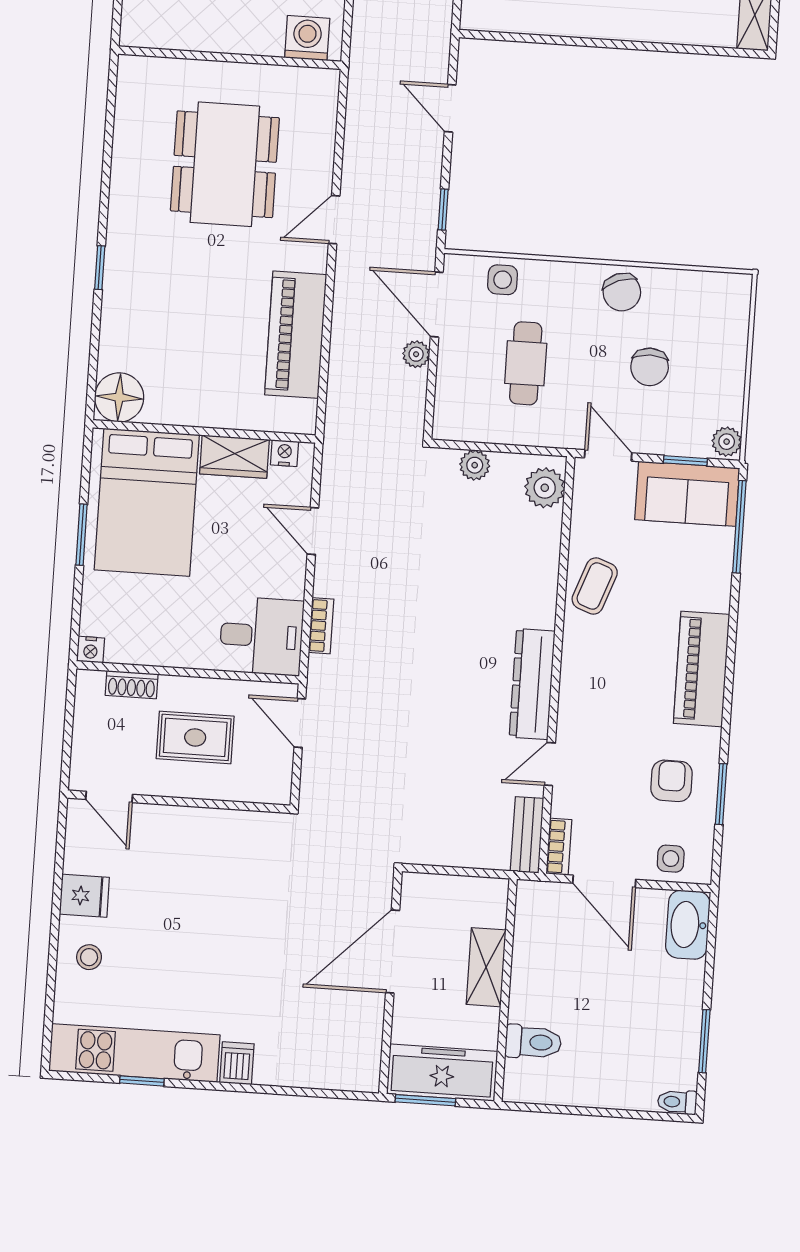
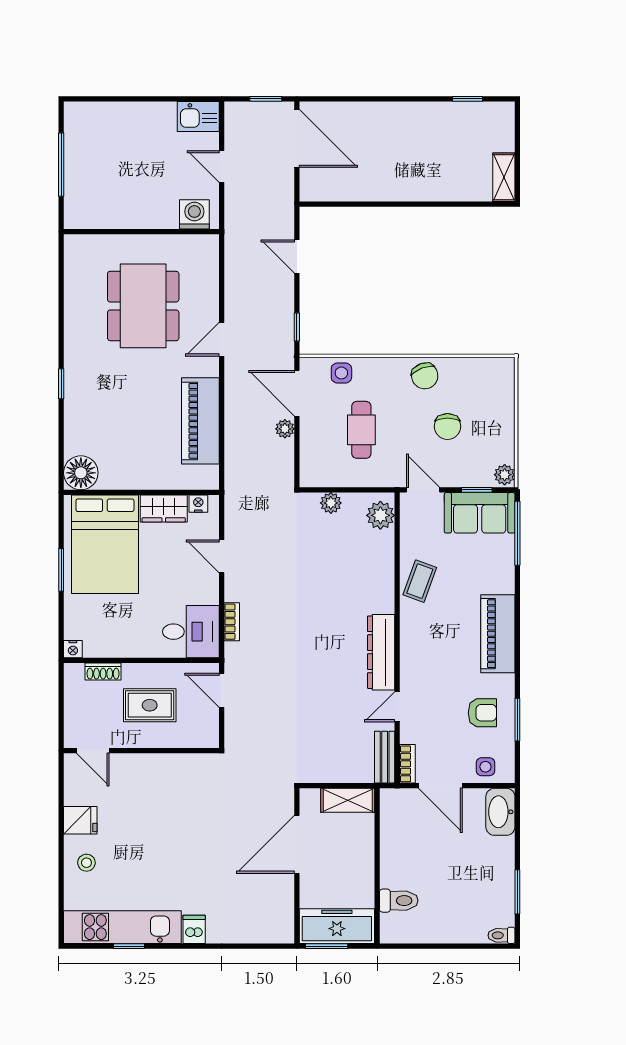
armchair: (672, 781) -> (482, 713), turned 90
shelving: (486, 967) -> (348, 800), moved, turned 90

